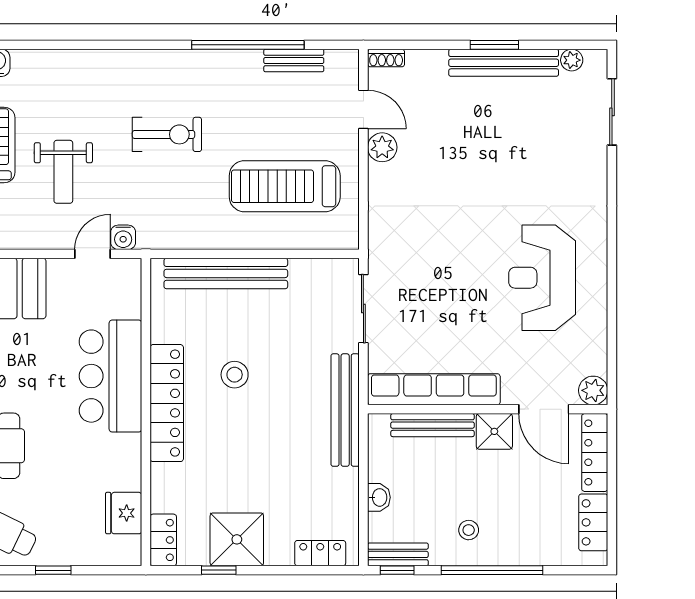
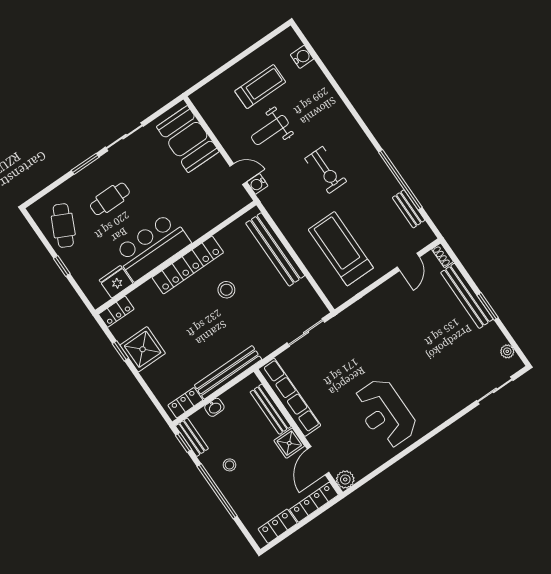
bench: (504, 63) -> (467, 296), moved
plant: (382, 147) -> (395, 285), removed
reception desk: (542, 278) -> (385, 413), turned -90
bar counter: (110, 376) -> (152, 247), moved
bench: (345, 410) -> (228, 372), moved
locker: (320, 553) -> (185, 403), moved, turned -90

